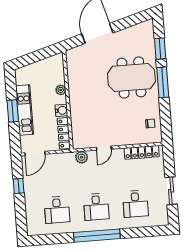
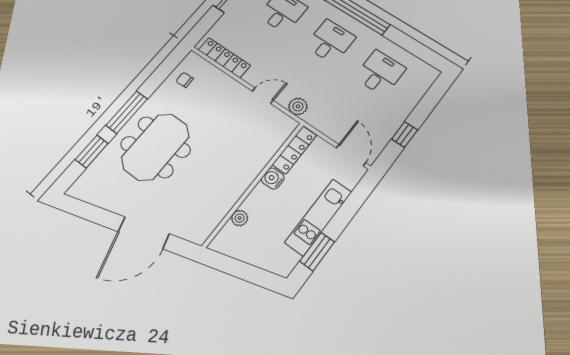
meeting table: (131, 78) -> (155, 147), turned 90
plant: (61, 90) -> (240, 218), moved
window: (13, 111) -> (317, 252), moved
door: (35, 154) -> (351, 155), hinge flipped

